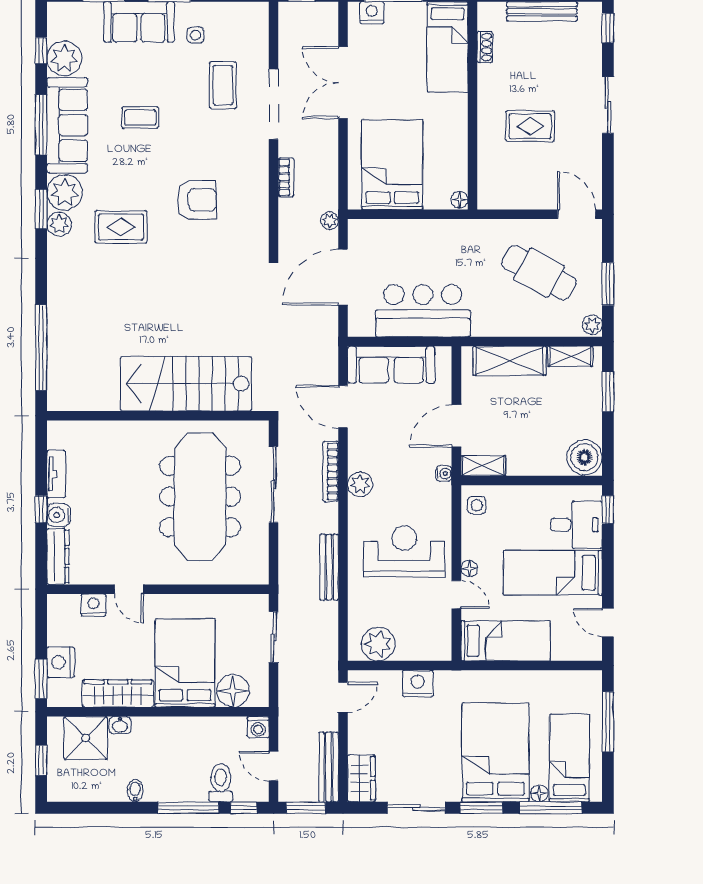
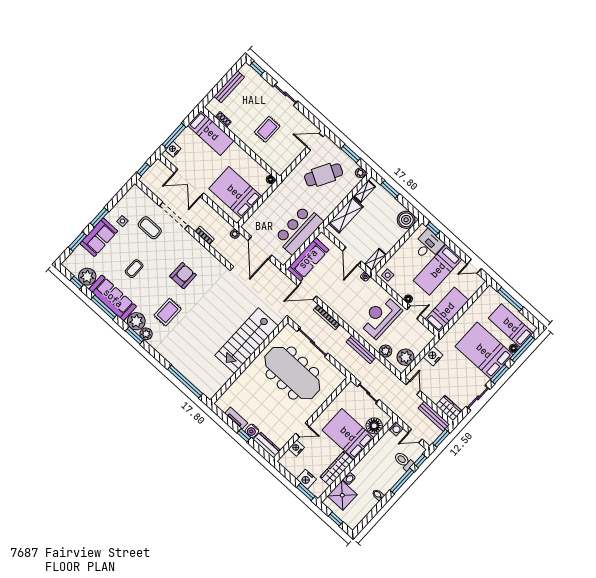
plant: (360, 484) -> (385, 351), moved

